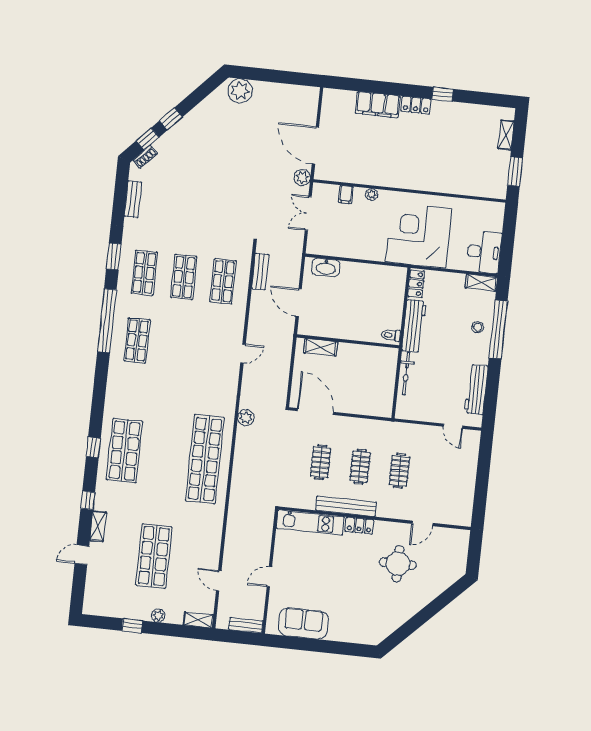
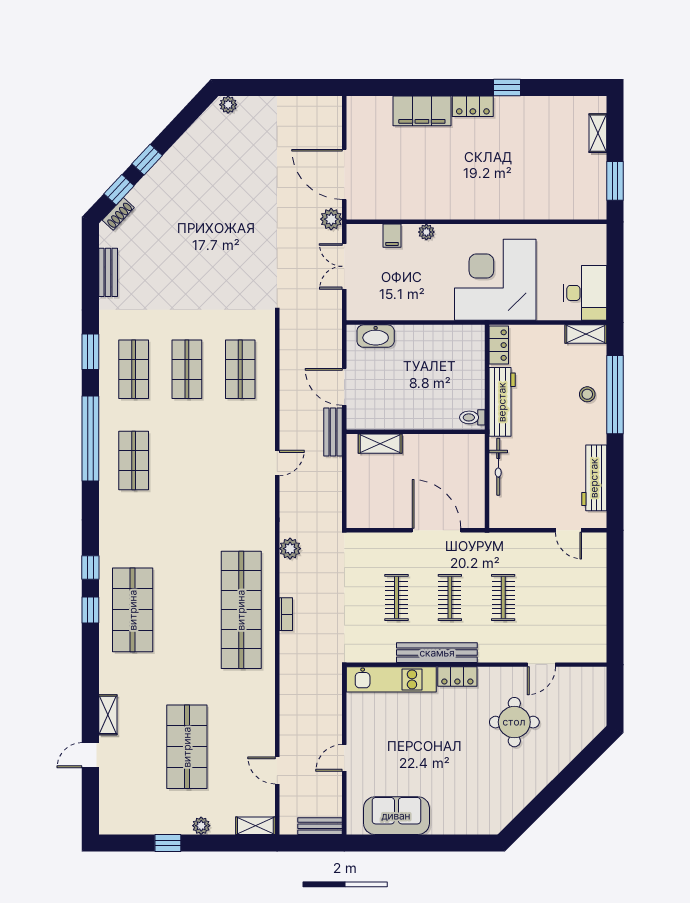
plant: (240, 91) -> (228, 105), width x0.53, depth x0.53
bench: (260, 271) -> (333, 432), moved
door: (315, 412) -> (437, 530), moved
bookcase: (238, 466) -> (286, 614), added
window: (88, 500) -> (90, 567), moved

